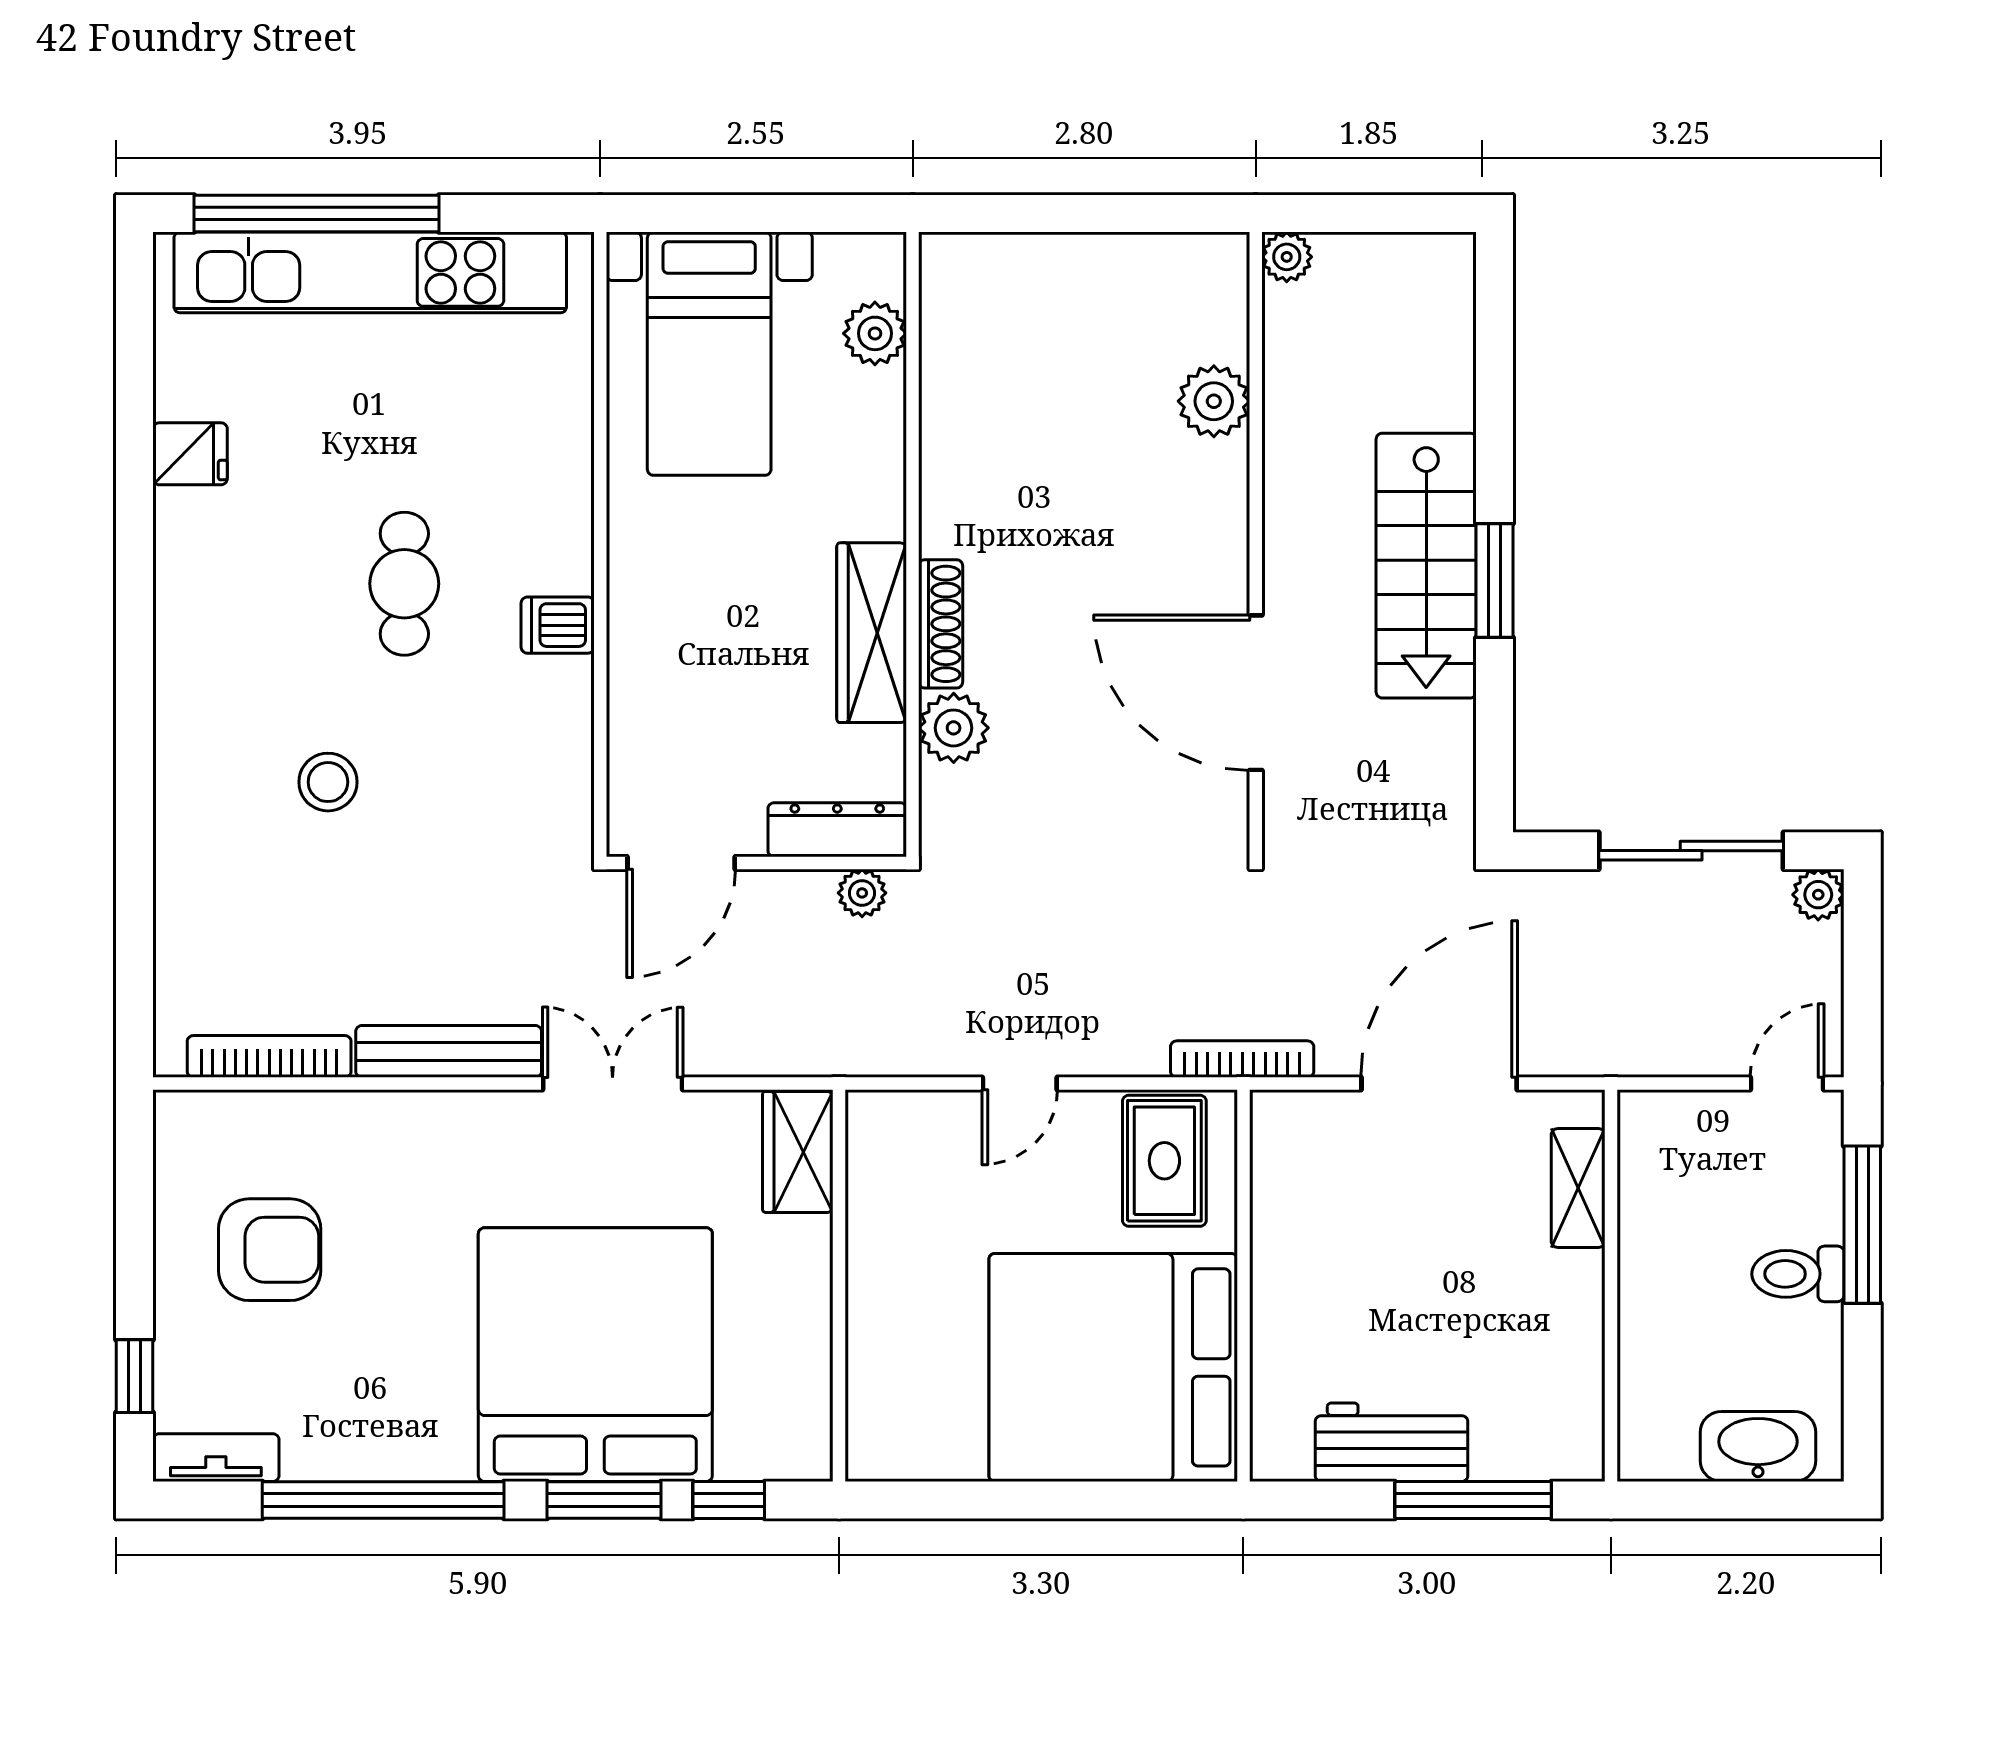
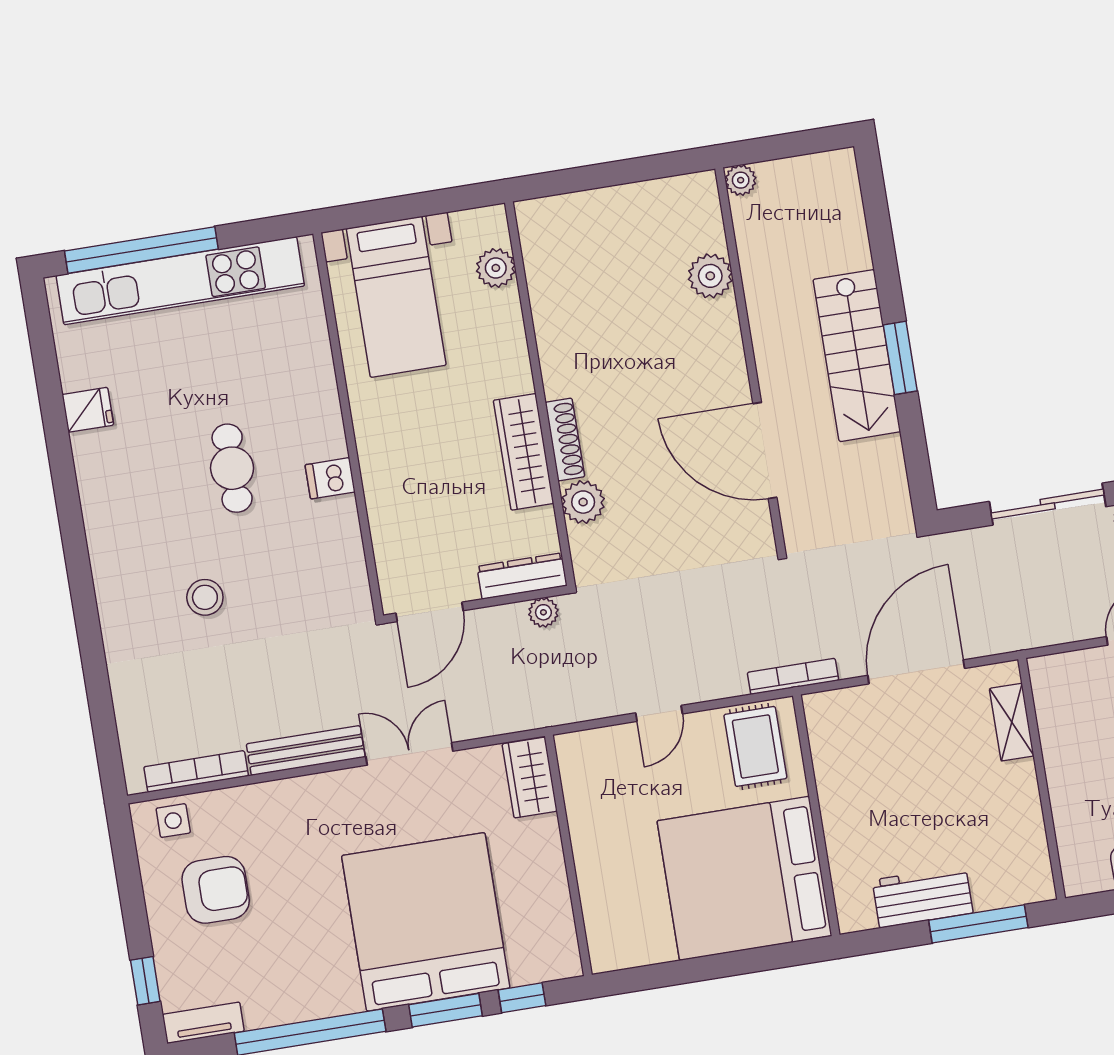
side table: (220, 1129) -> (173, 821), added

